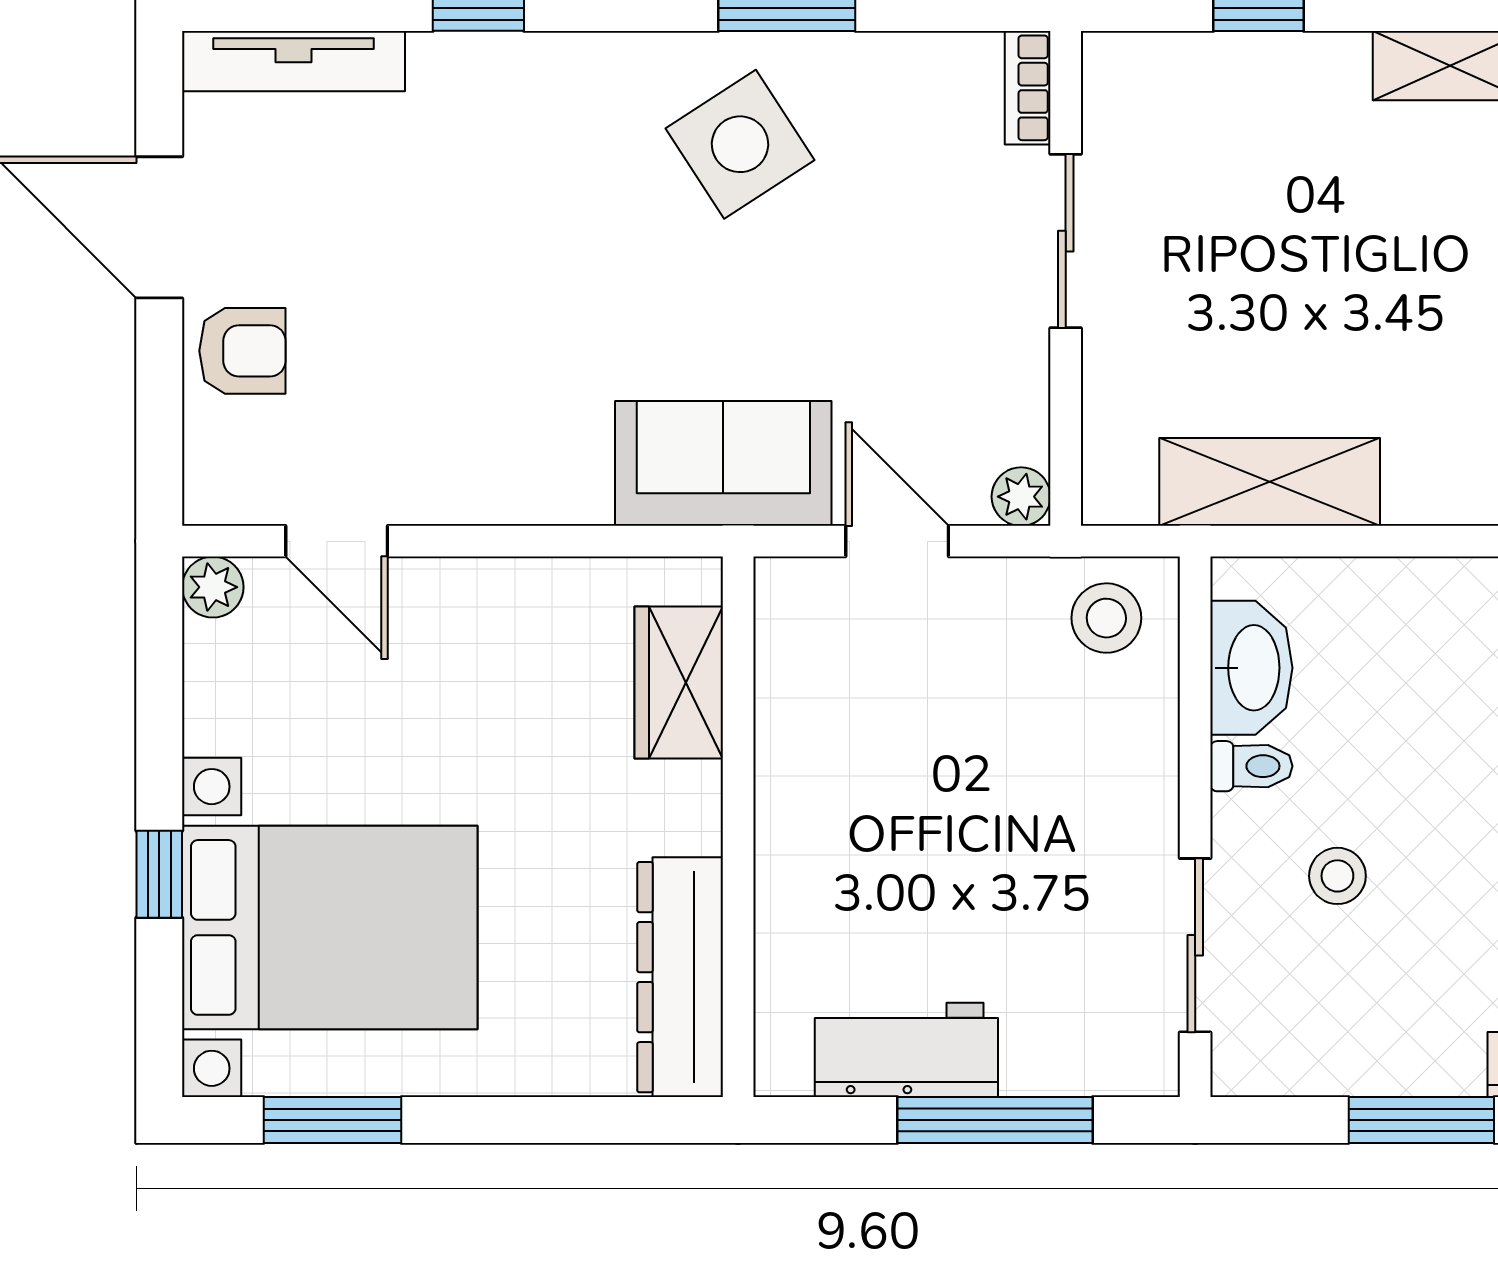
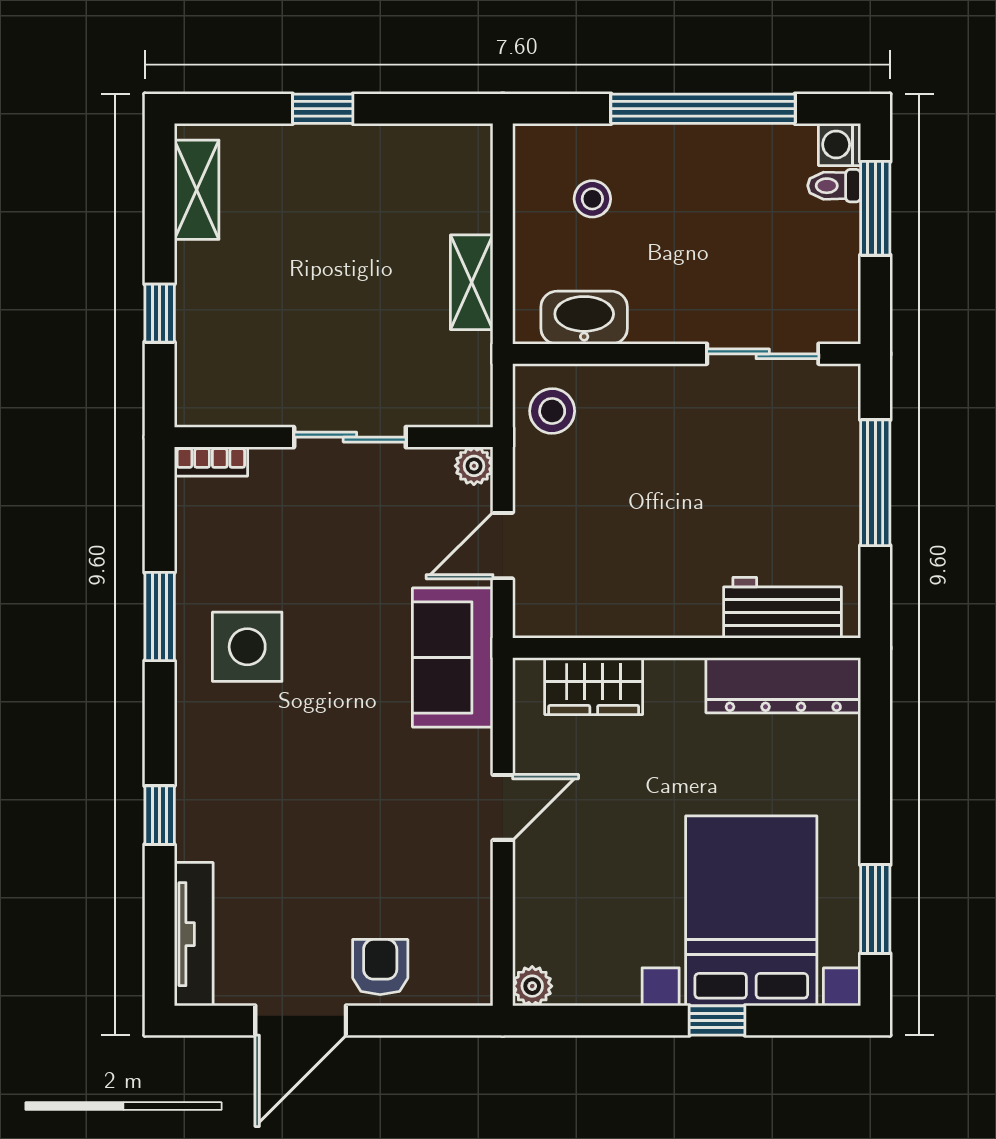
side table: (740, 144) -> (247, 647), turned 33
sliding door: (1066, 241) -> (350, 437), moved
shelving: (1270, 482) -> (472, 282), width x0.67, depth x0.75
door: (337, 541) -> (503, 807), moved
toilet: (1251, 766) -> (834, 186), moved, turned -90
stool: (1337, 876) -> (592, 199), moved
workbench: (906, 1050) -> (782, 608), moved, turned 90

